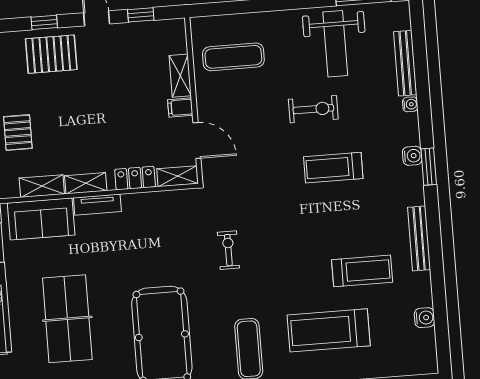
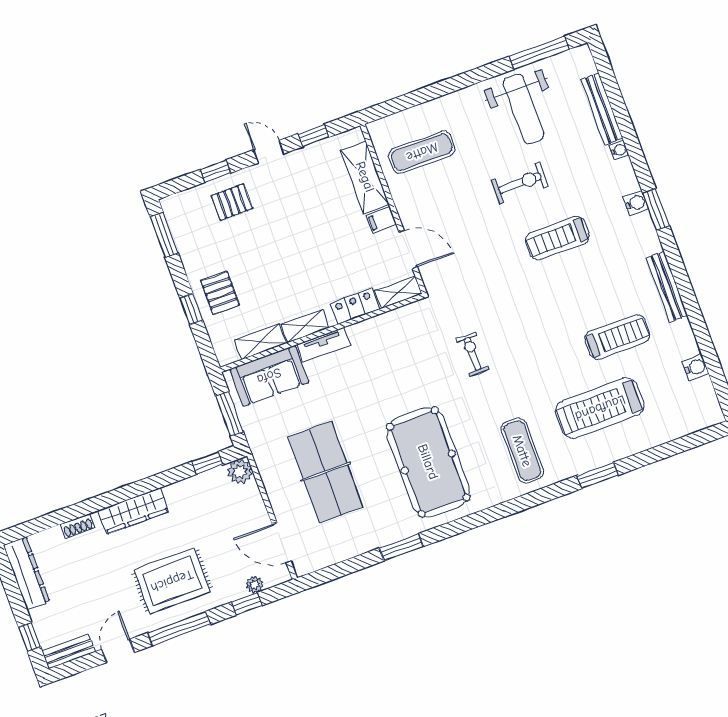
pallet: (51, 54) -> (232, 202), width x0.67, depth x0.71
shelving: (180, 76) -> (365, 177), width x1.50, depth x1.33

